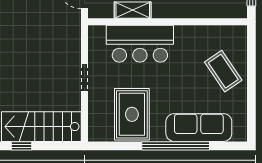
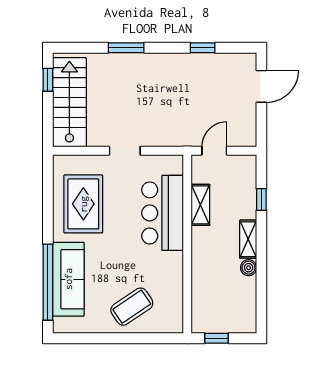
rug: (132, 114) -> (83, 204), turned 90
window: (176, 146) -> (48, 282), moved

